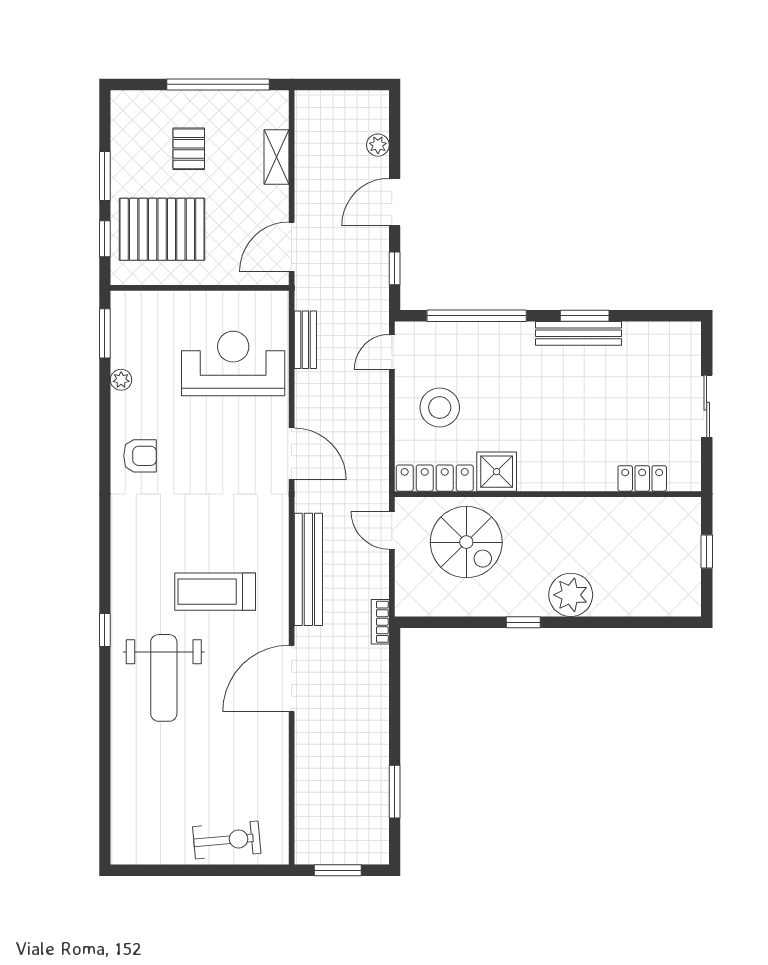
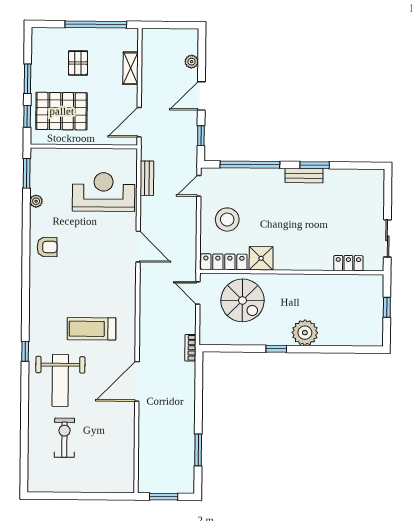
bench: (578, 333) -> (304, 176), width x0.73
sliding door: (707, 406) -> (387, 238), moved
bench: (308, 569) -> (148, 316), removed
exercise bike: (227, 840) -> (64, 438), moved, turned -85

